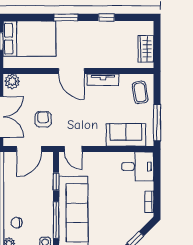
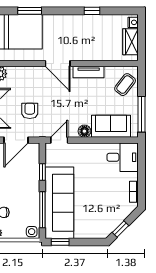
window: (66, 17) -> (30, 11), moved
nightstand: (148, 29) -> (133, 22), added
coffee table: (140, 92) -> (125, 85), turned 47
floor lamp: (99, 140) -> (84, 131), added
door: (73, 149) -> (59, 140), swing flipped

